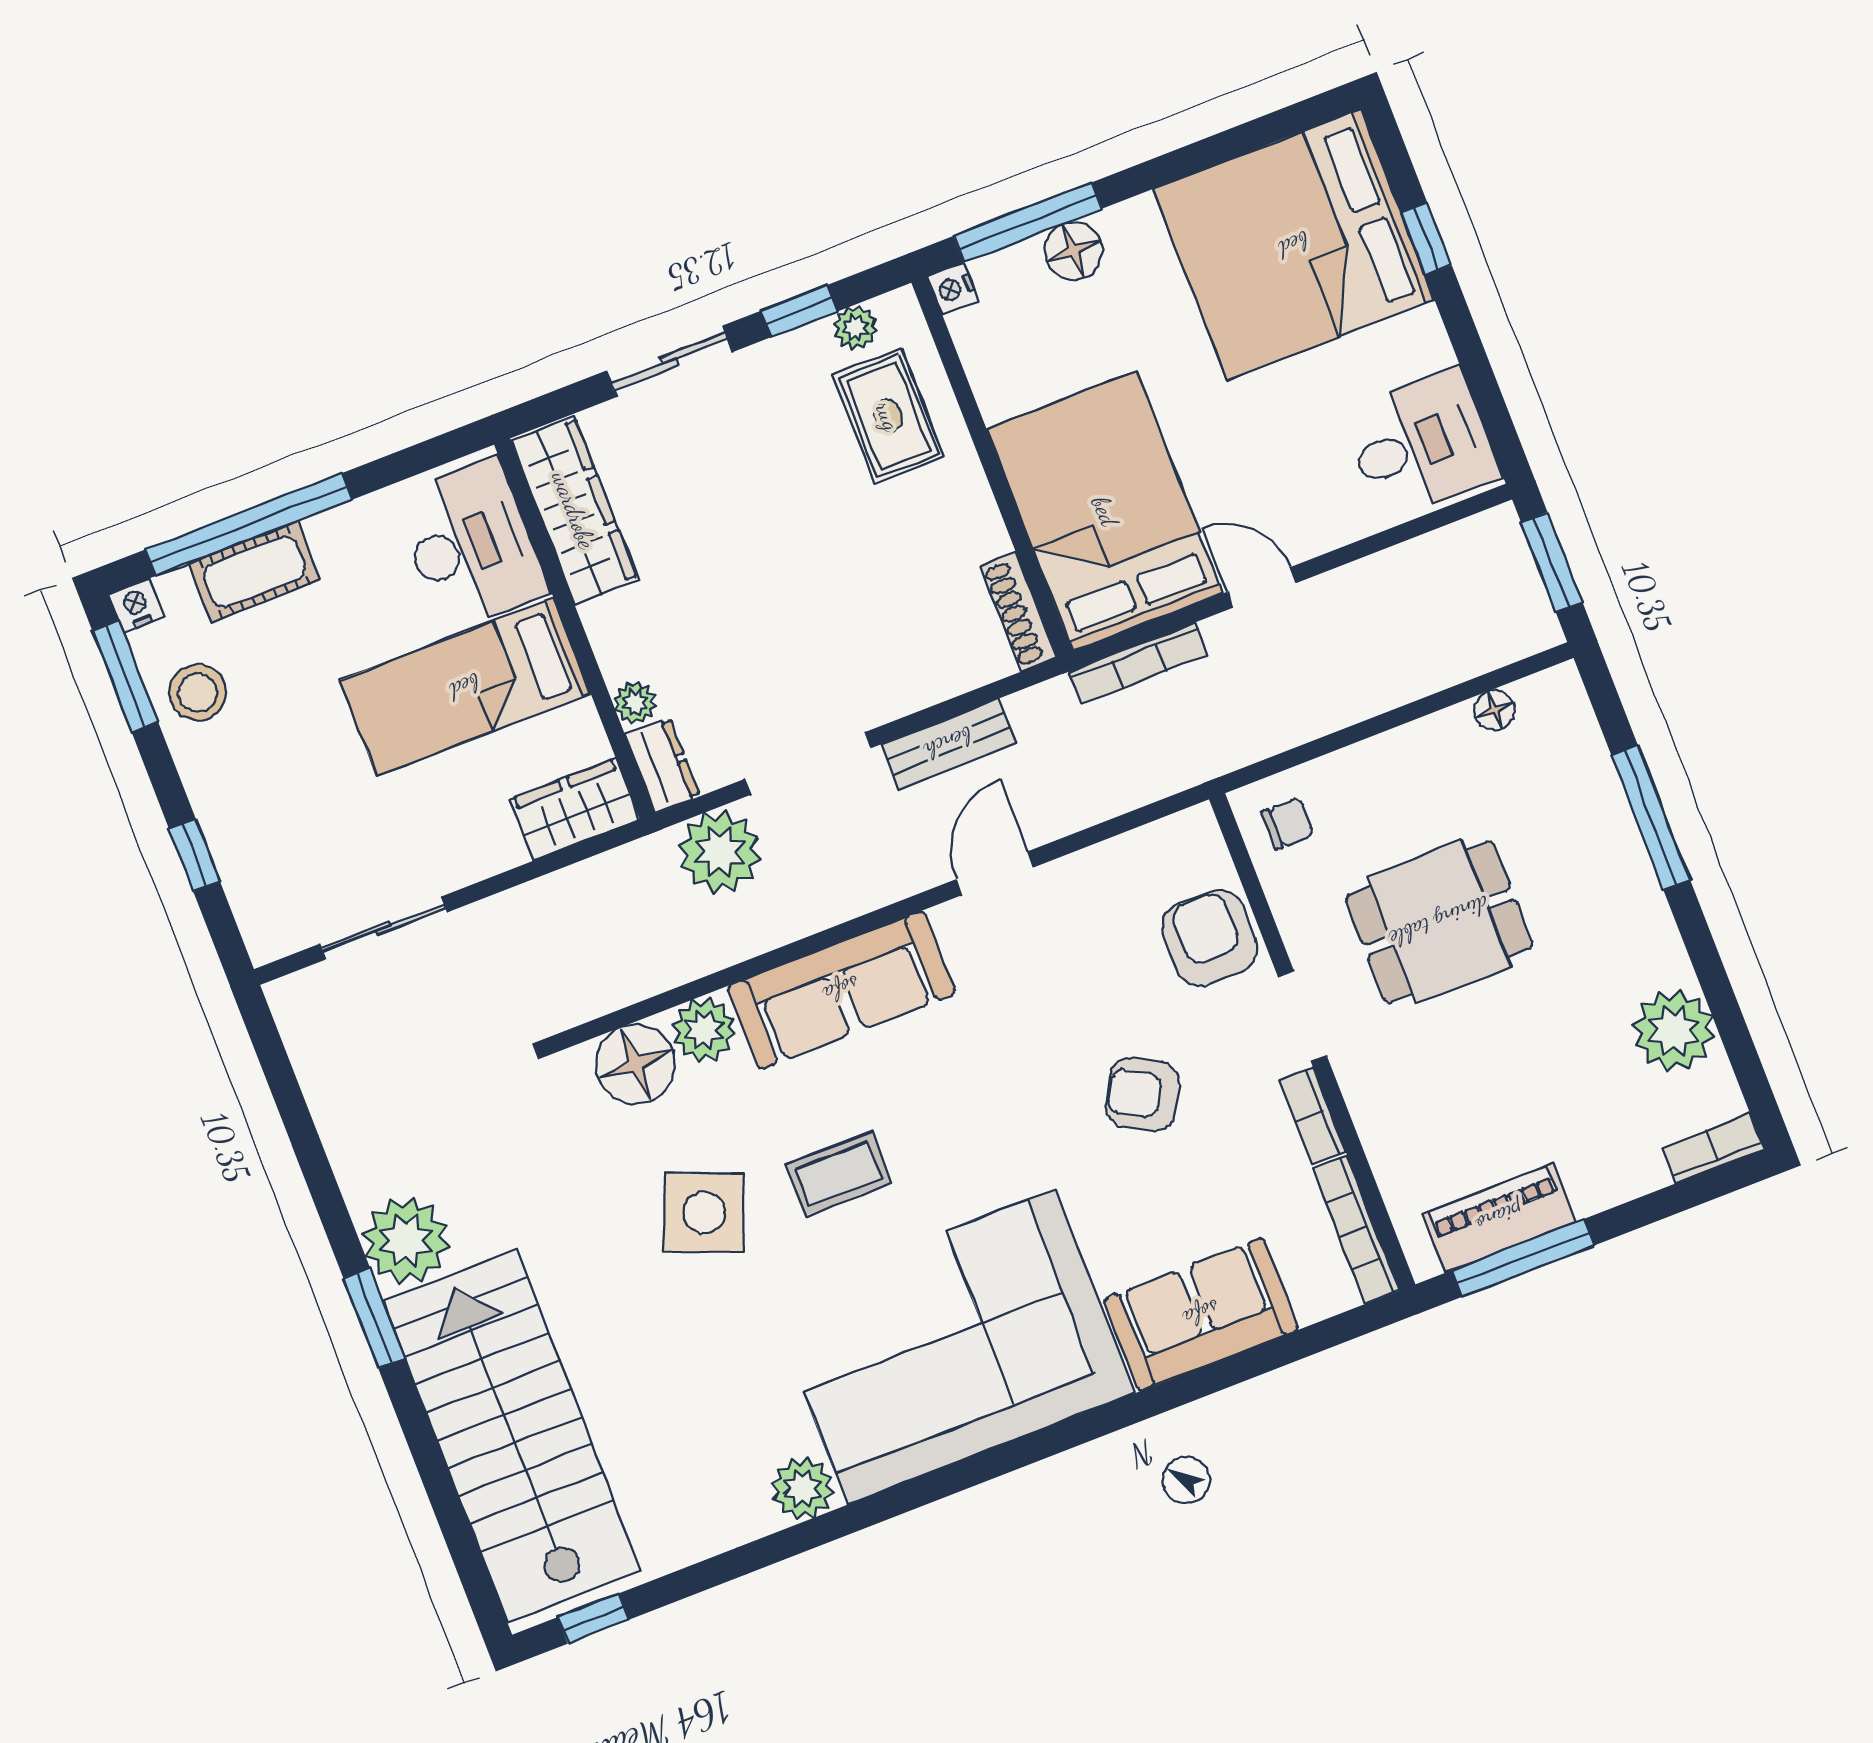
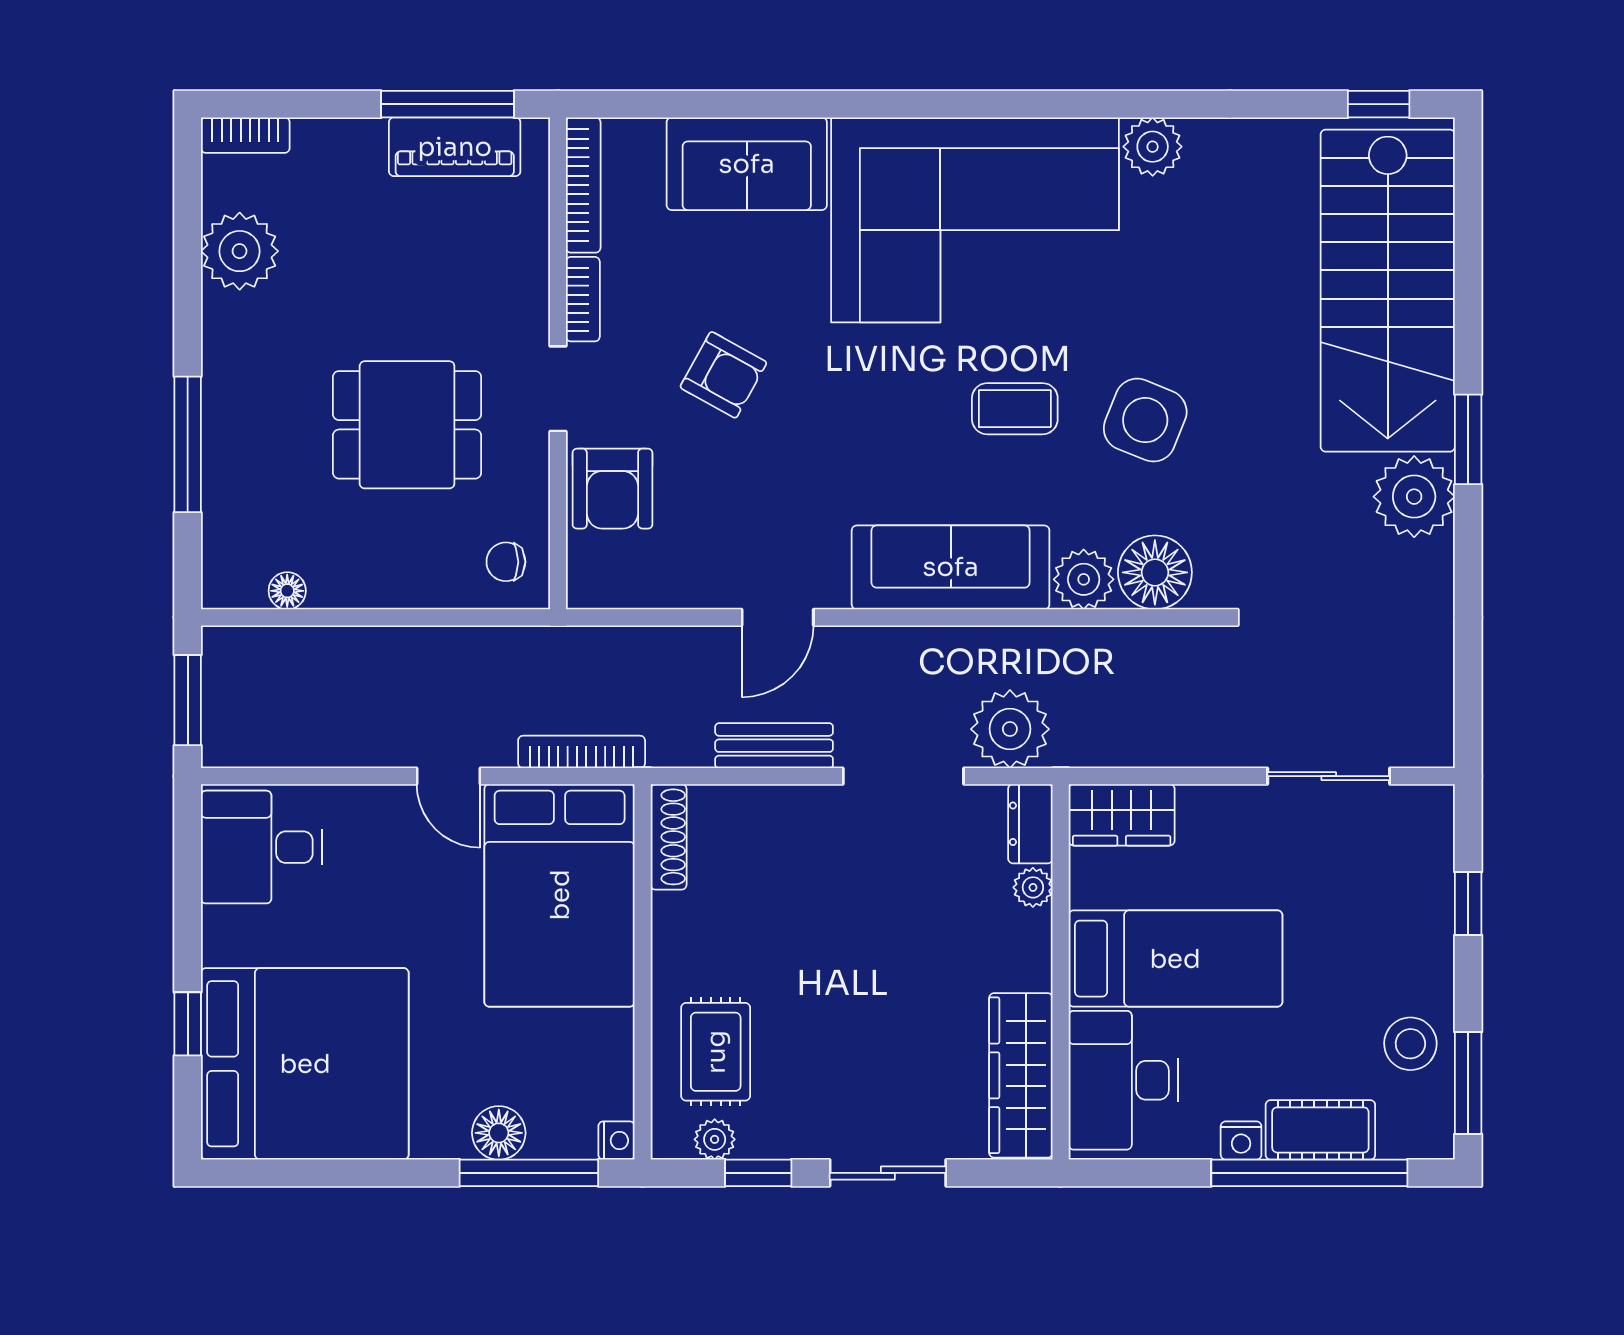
nightstand: (136, 605) -> (1241, 1141), moved

